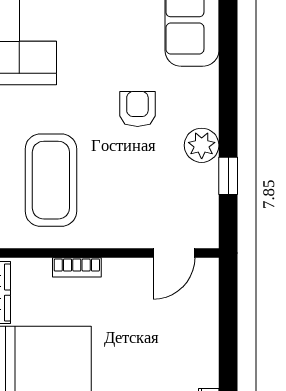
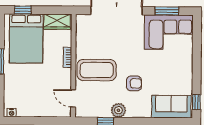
coffee table: (51, 180) -> (97, 70), moved

